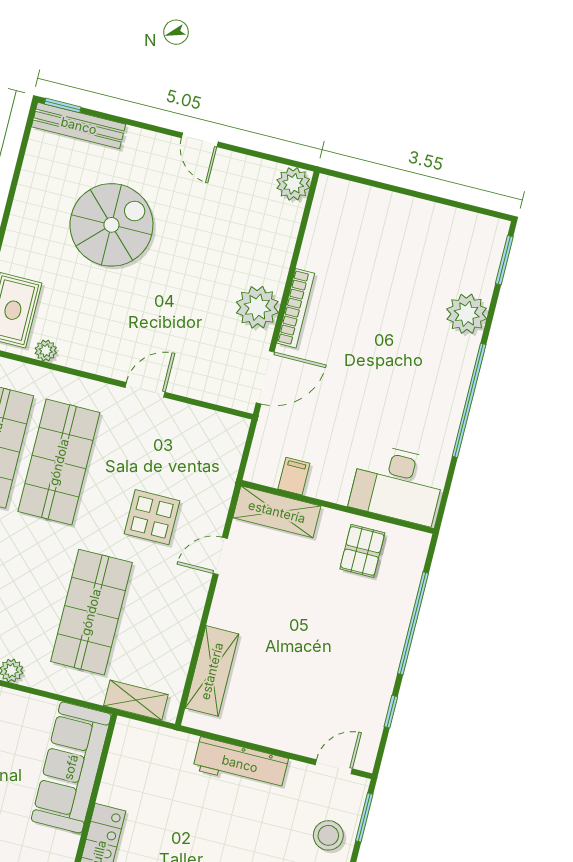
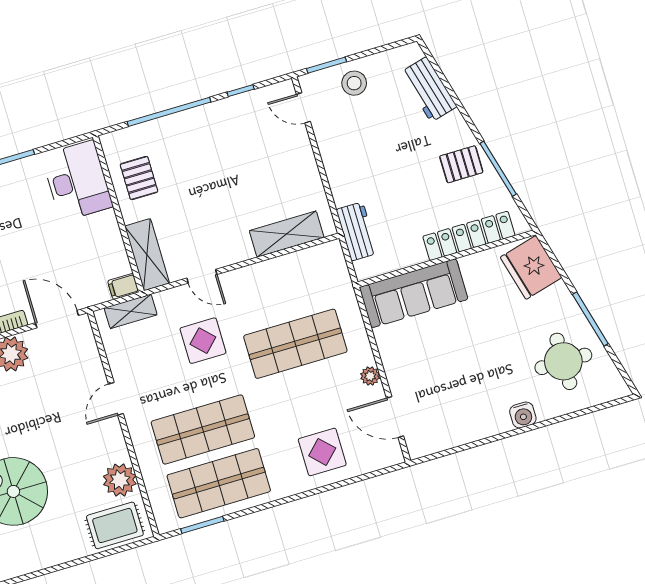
plant: (46, 351) -> (120, 480), width x1.88, depth x1.88
door: (145, 390) -> (116, 399), hinge flipped
filing cabinet: (294, 476) -> (123, 286), moved
pallet: (362, 551) -> (139, 178), turned 90
shelving: (136, 700) -> (131, 311), moved, turned 90
workbench: (240, 764) -> (357, 231), moved, width x0.73

